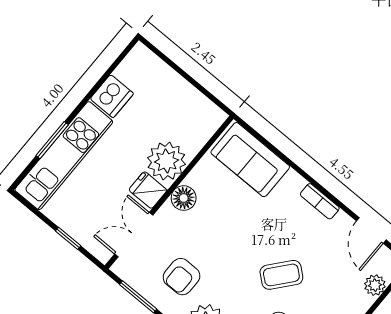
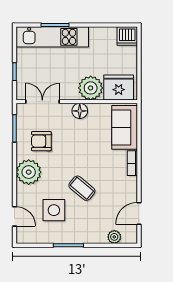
dishwasher: (112, 96) -> (127, 36), moved
fridge: (148, 190) -> (119, 88), moved, width x1.88, depth x1.34
bookcase: (320, 201) -> (132, 163), moved

